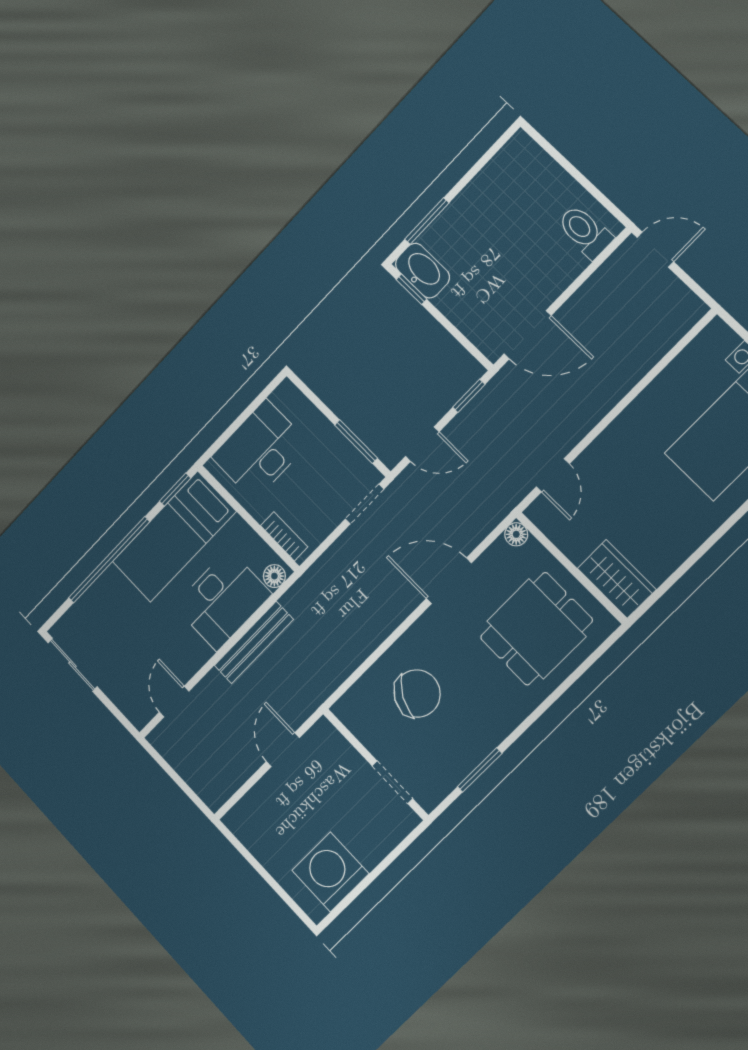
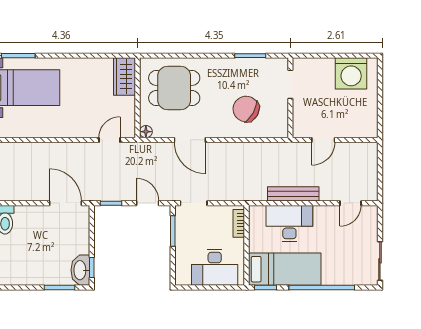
floor lamp: (274, 576) -> (258, 212), removed

